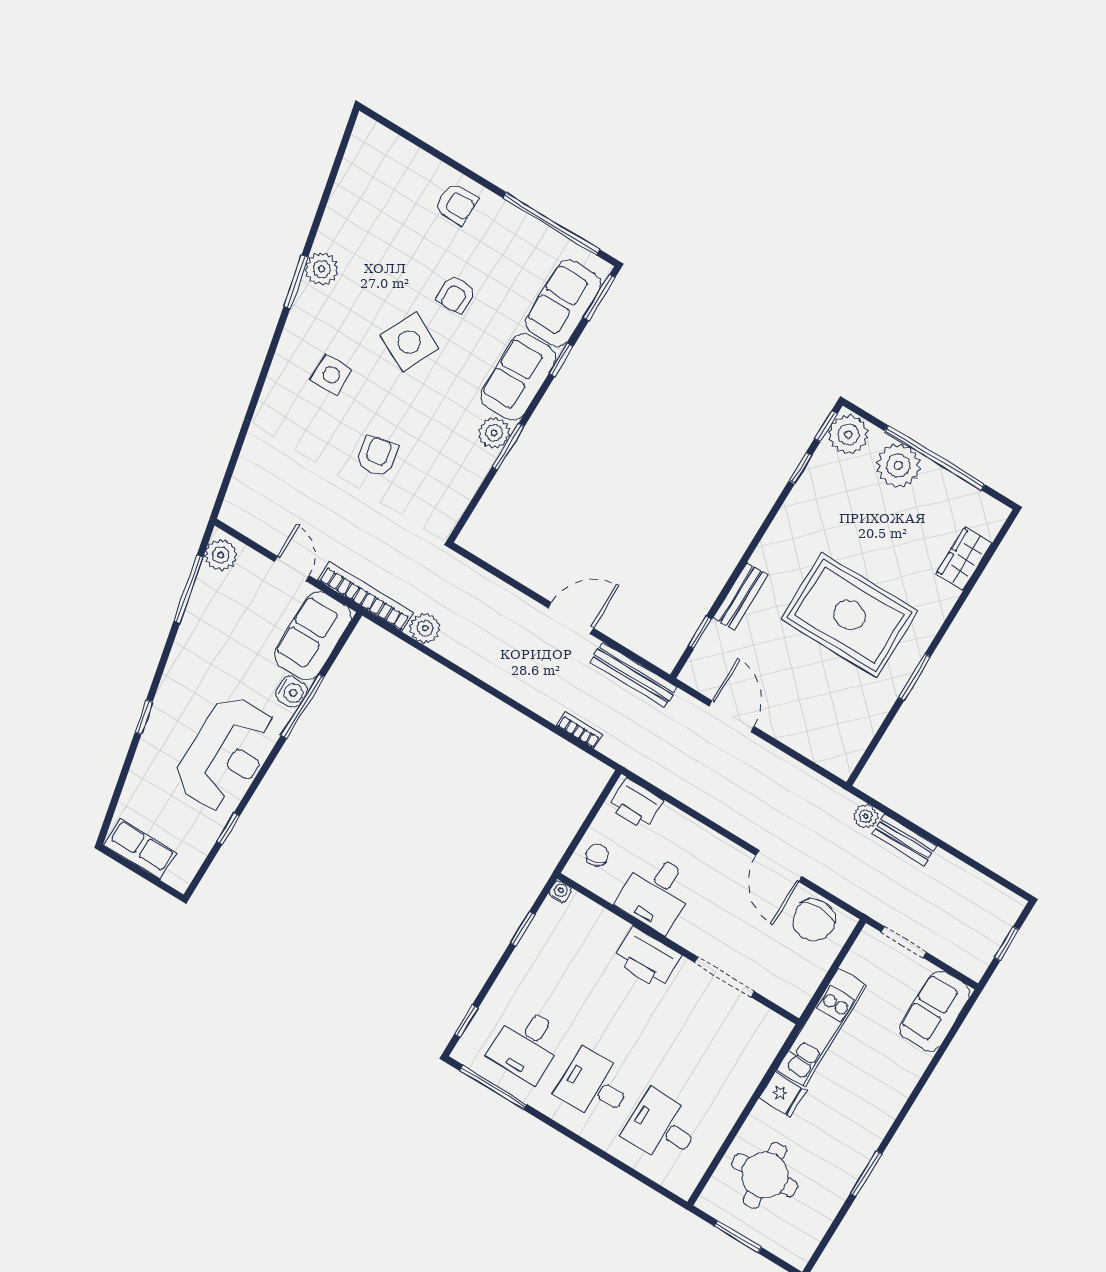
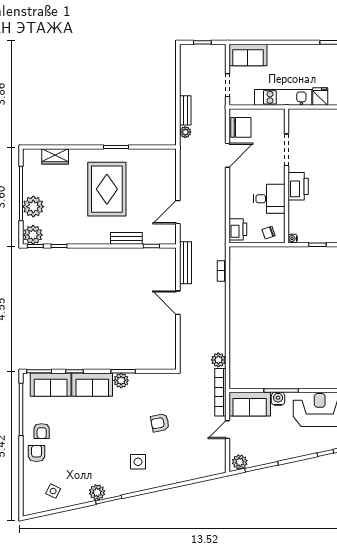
armchair: (456, 295) -> (42, 431), moved, turned 90
side table: (409, 342) -> (53, 491), moved, width x0.54, depth x0.54

